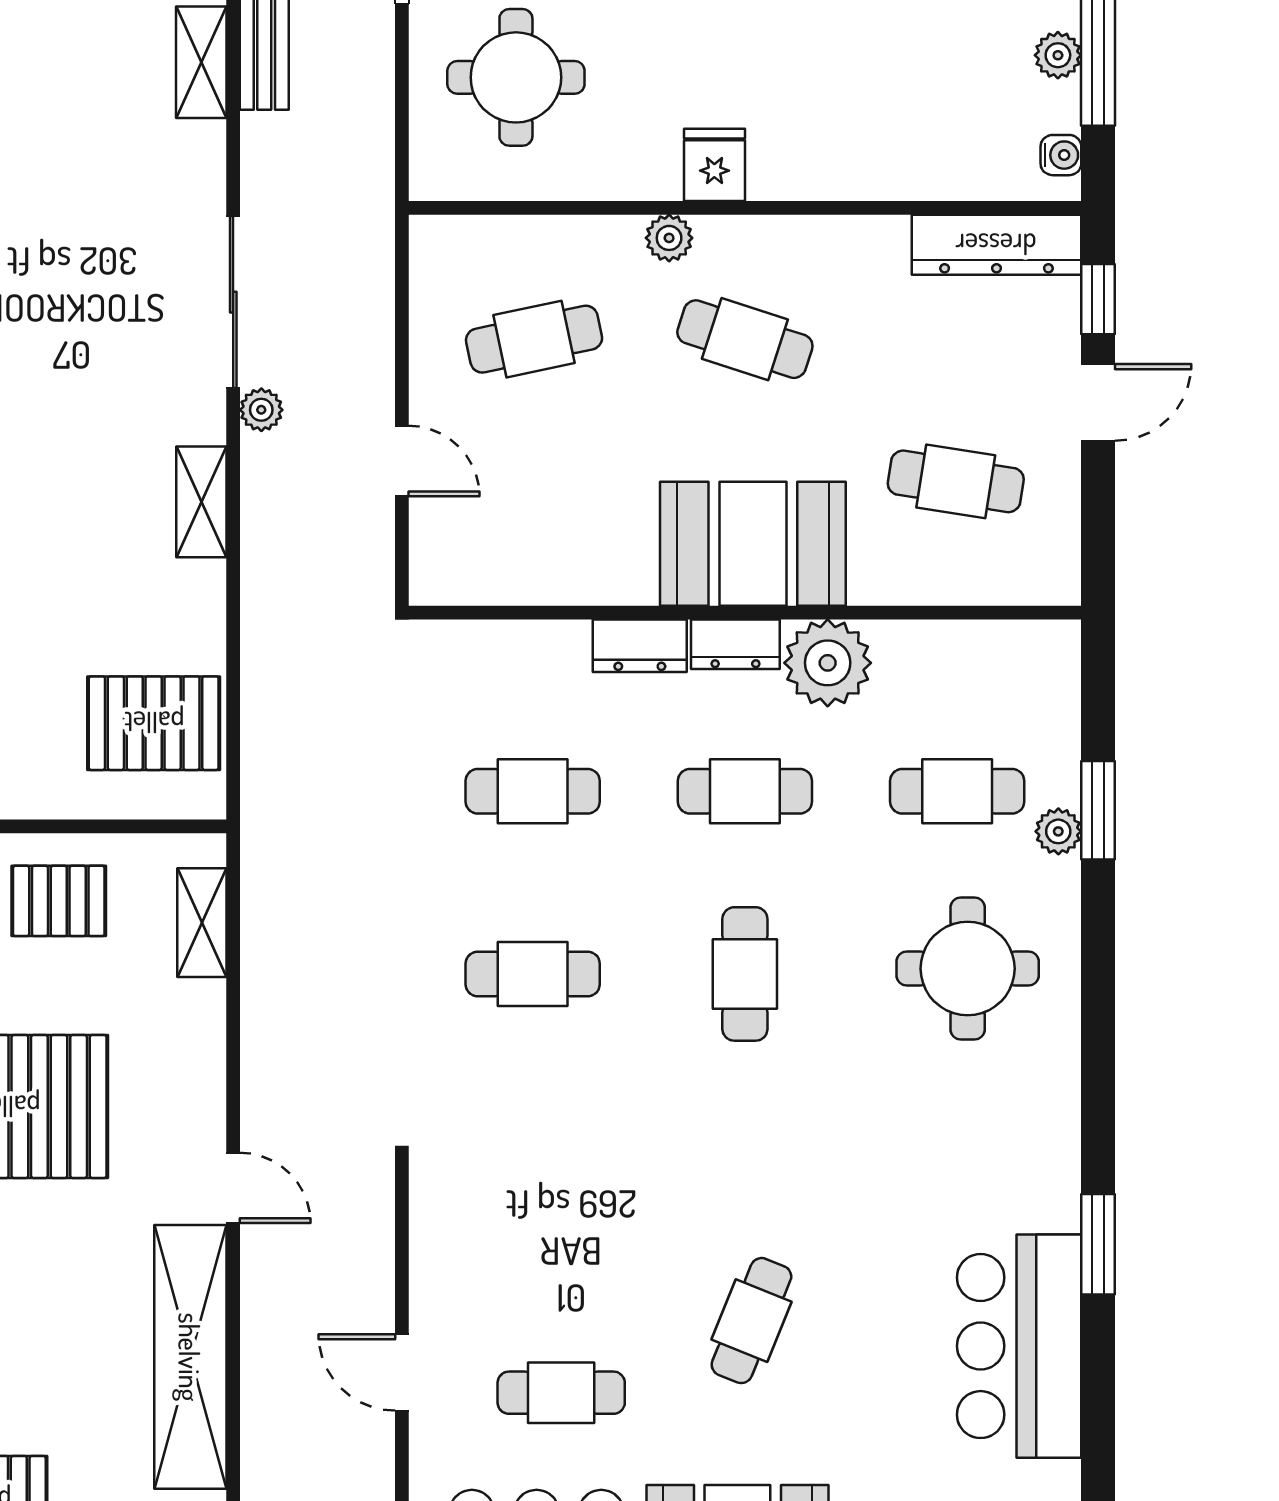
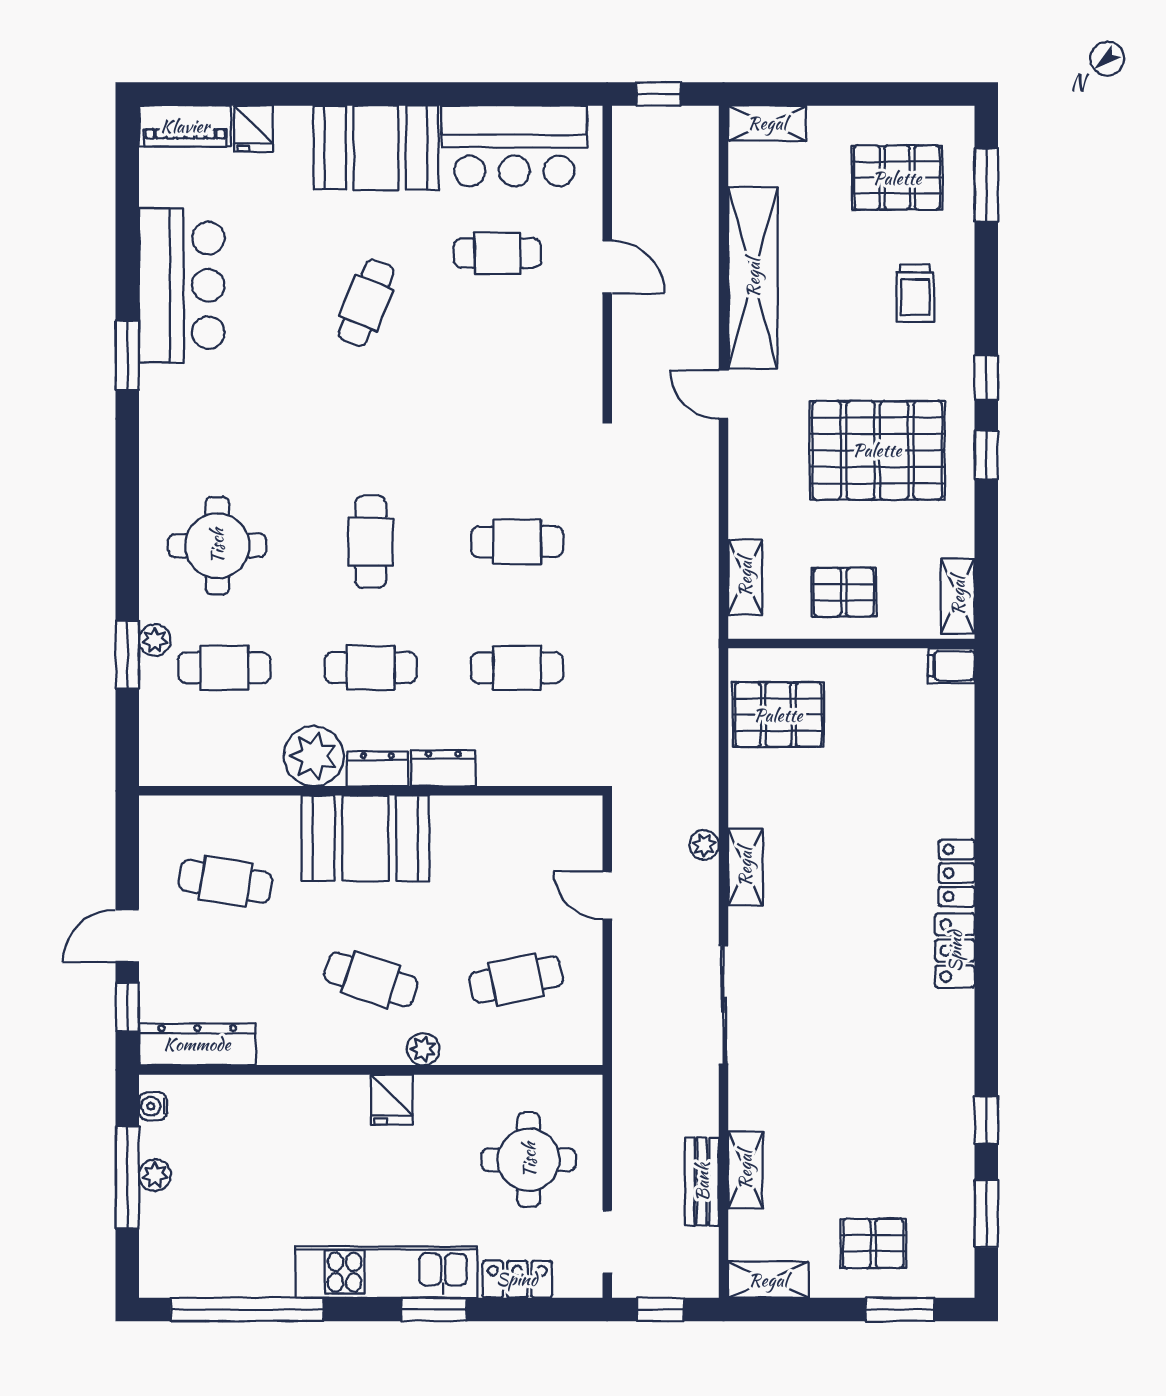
plant: (261, 410) -> (704, 845), moved

